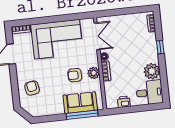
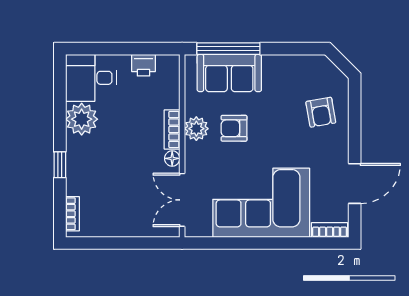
armchair: (75, 75) -> (234, 128), turned 180

